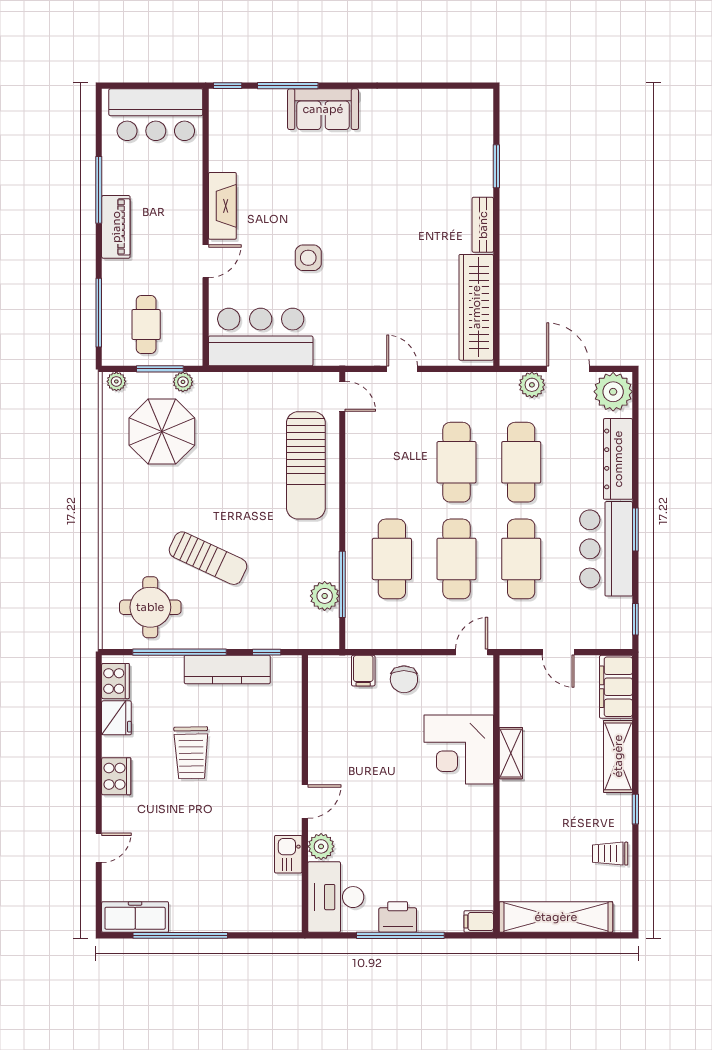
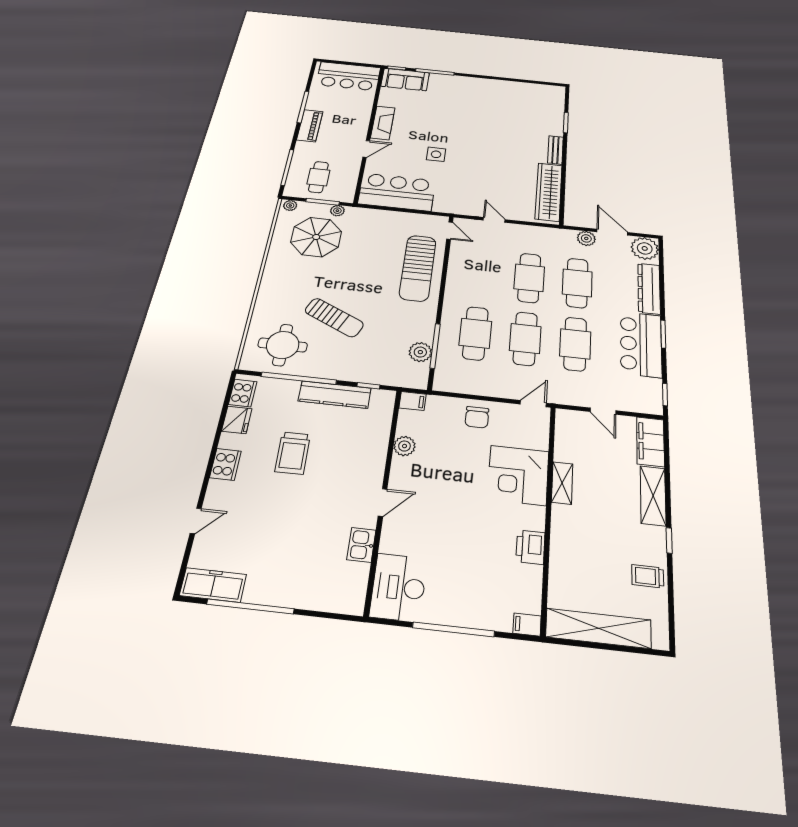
sofa: (323, 109) -> (405, 79), moved
filing cabinet: (363, 671) -> (413, 401), moved, turned -90
plant: (321, 846) -> (404, 446), moved
printer: (398, 917) -> (530, 547), moved, turned -90

